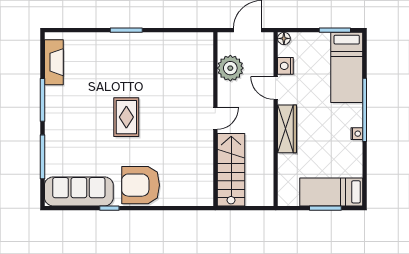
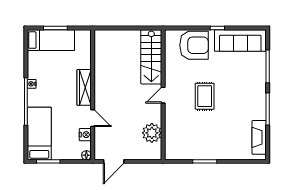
plant: (230, 68) -> (152, 133), moved
door: (215, 119) -> (163, 95), moved
wall: (215, 119) -> (163, 95), moved
stairs: (231, 170) -> (151, 57), moved

